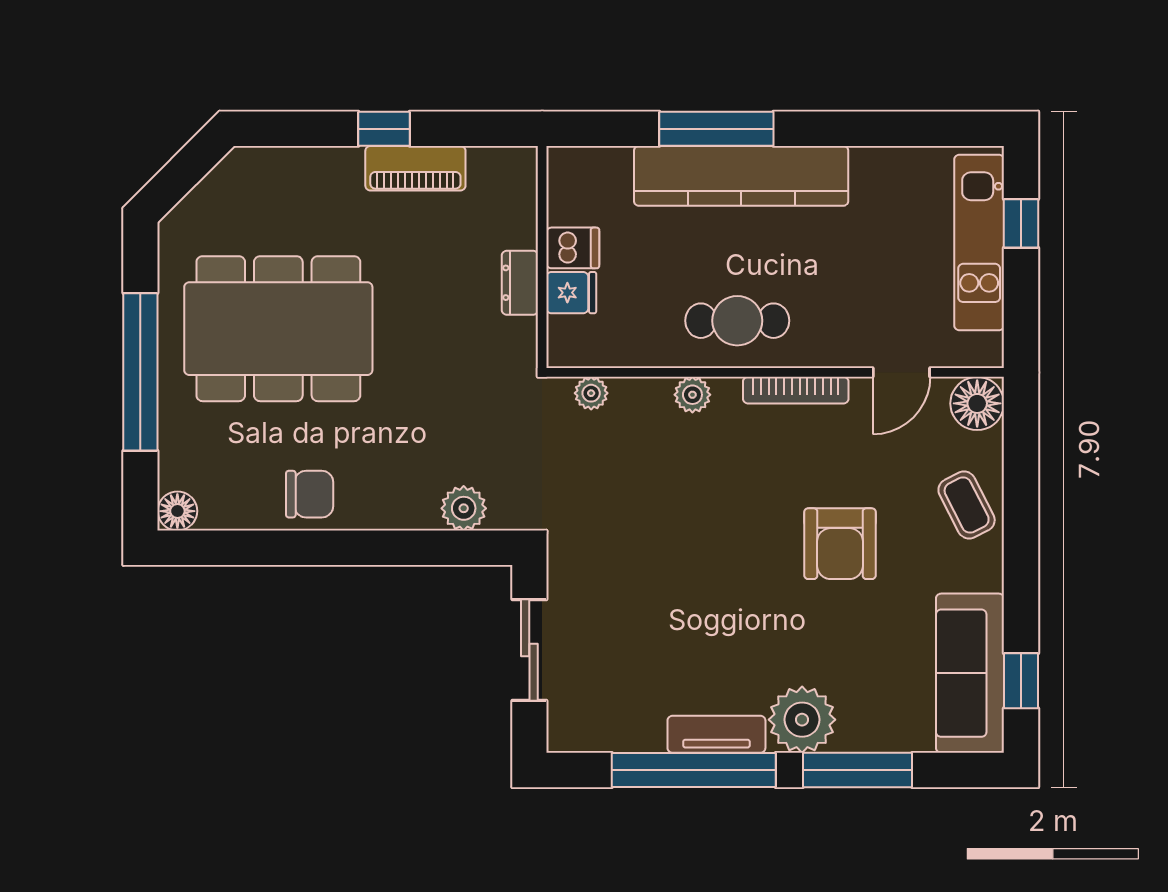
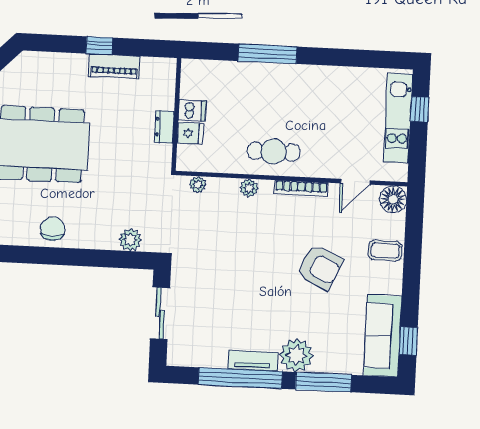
kitchen counter: (741, 176) -> (279, 78), removed
chair: (310, 494) -> (53, 229), turned -90
coffee table: (967, 505) -> (385, 251), turned -63
armchair: (840, 544) -> (320, 267), turned -65

